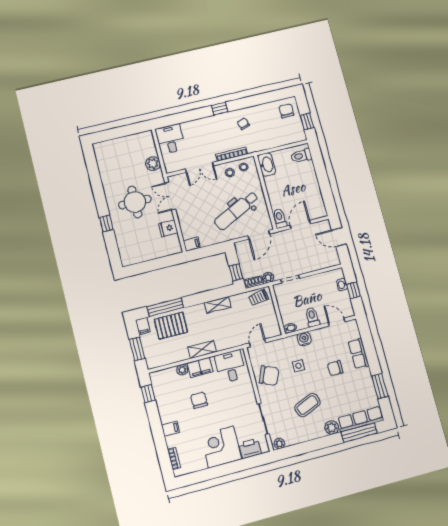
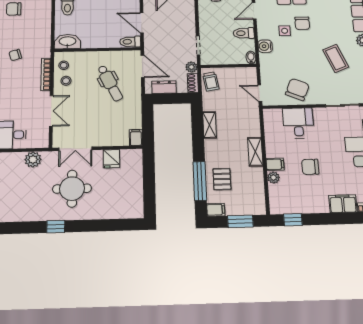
dental chair: (236, 211) -> (110, 83), width x0.73, depth x0.72
window: (106, 223) -> (56, 227), moved
dresser: (244, 258) -> (164, 87), added
window: (236, 272) -> (178, 98), removed
pallet: (171, 326) -> (222, 179), width x0.67, depth x0.71
desk: (230, 366) -> (298, 123), moved, turned 90
side table: (298, 366) -> (285, 31), moved
filing cabinet: (200, 367) -> (275, 164), width x0.50
filing cabinet: (171, 429) -> (343, 204), width x2.00

